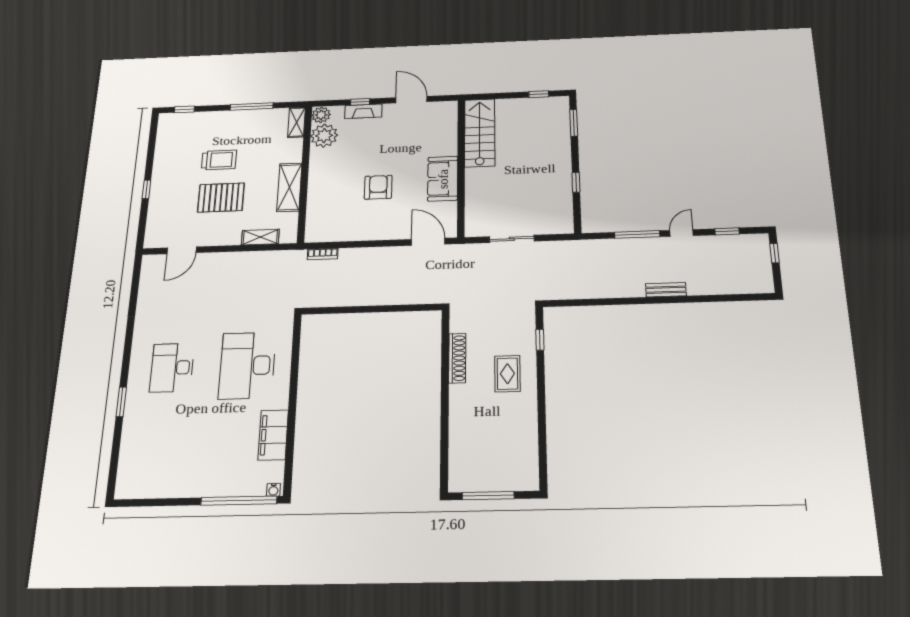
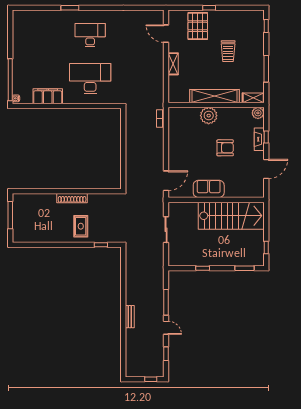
stairs: (480, 133) -> (231, 216), width x1.36, depth x1.51
plant: (324, 136) -> (209, 116), moved
shelving: (289, 187) -> (215, 96), width x1.47
armchair: (378, 187) -> (225, 148), moved
pallet: (221, 198) -> (198, 26), moved
shelving: (260, 237) -> (173, 64), moved
shoe rack: (457, 358) -> (72, 198), moved
rug: (507, 374) -> (81, 226), turned 90

